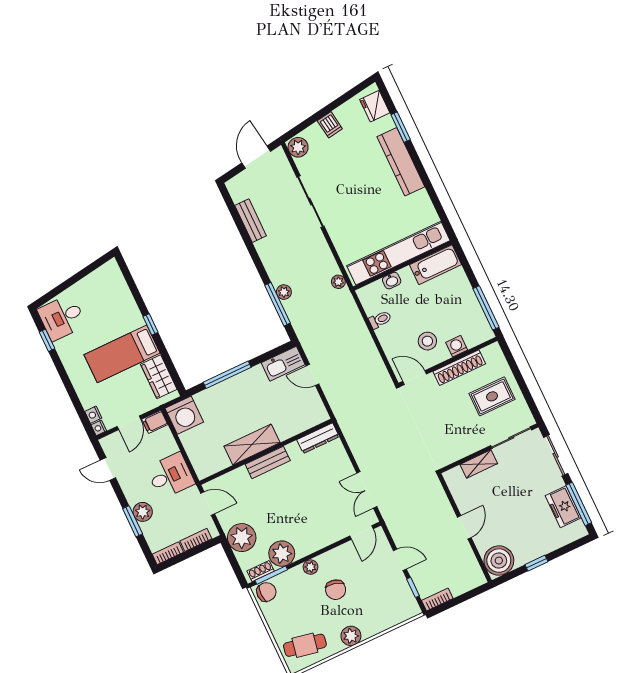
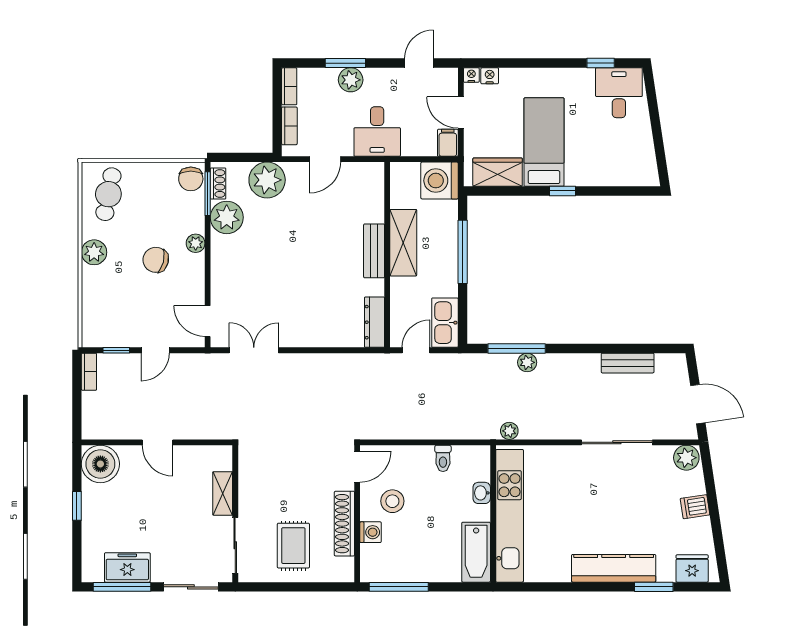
dresser: (318, 438) -> (374, 322), moved
shelving: (252, 444) -> (403, 243), moved
wall: (266, 452) -> (387, 255), moved
bench: (268, 462) -> (374, 251), moved

